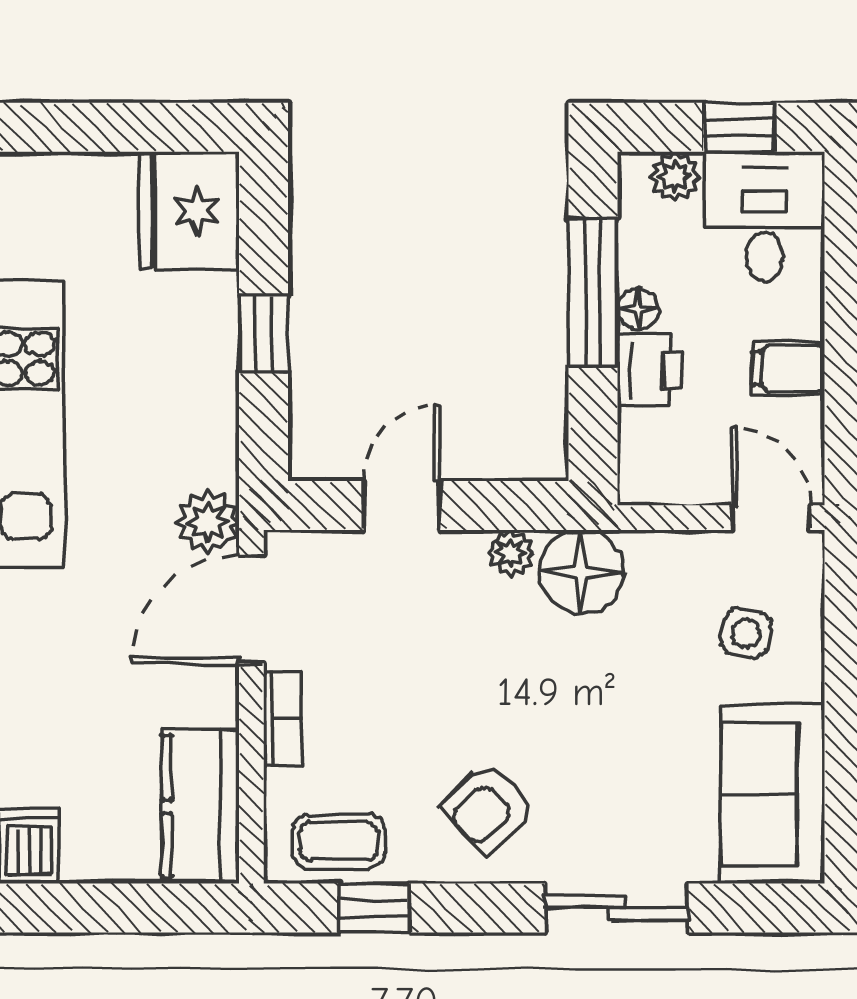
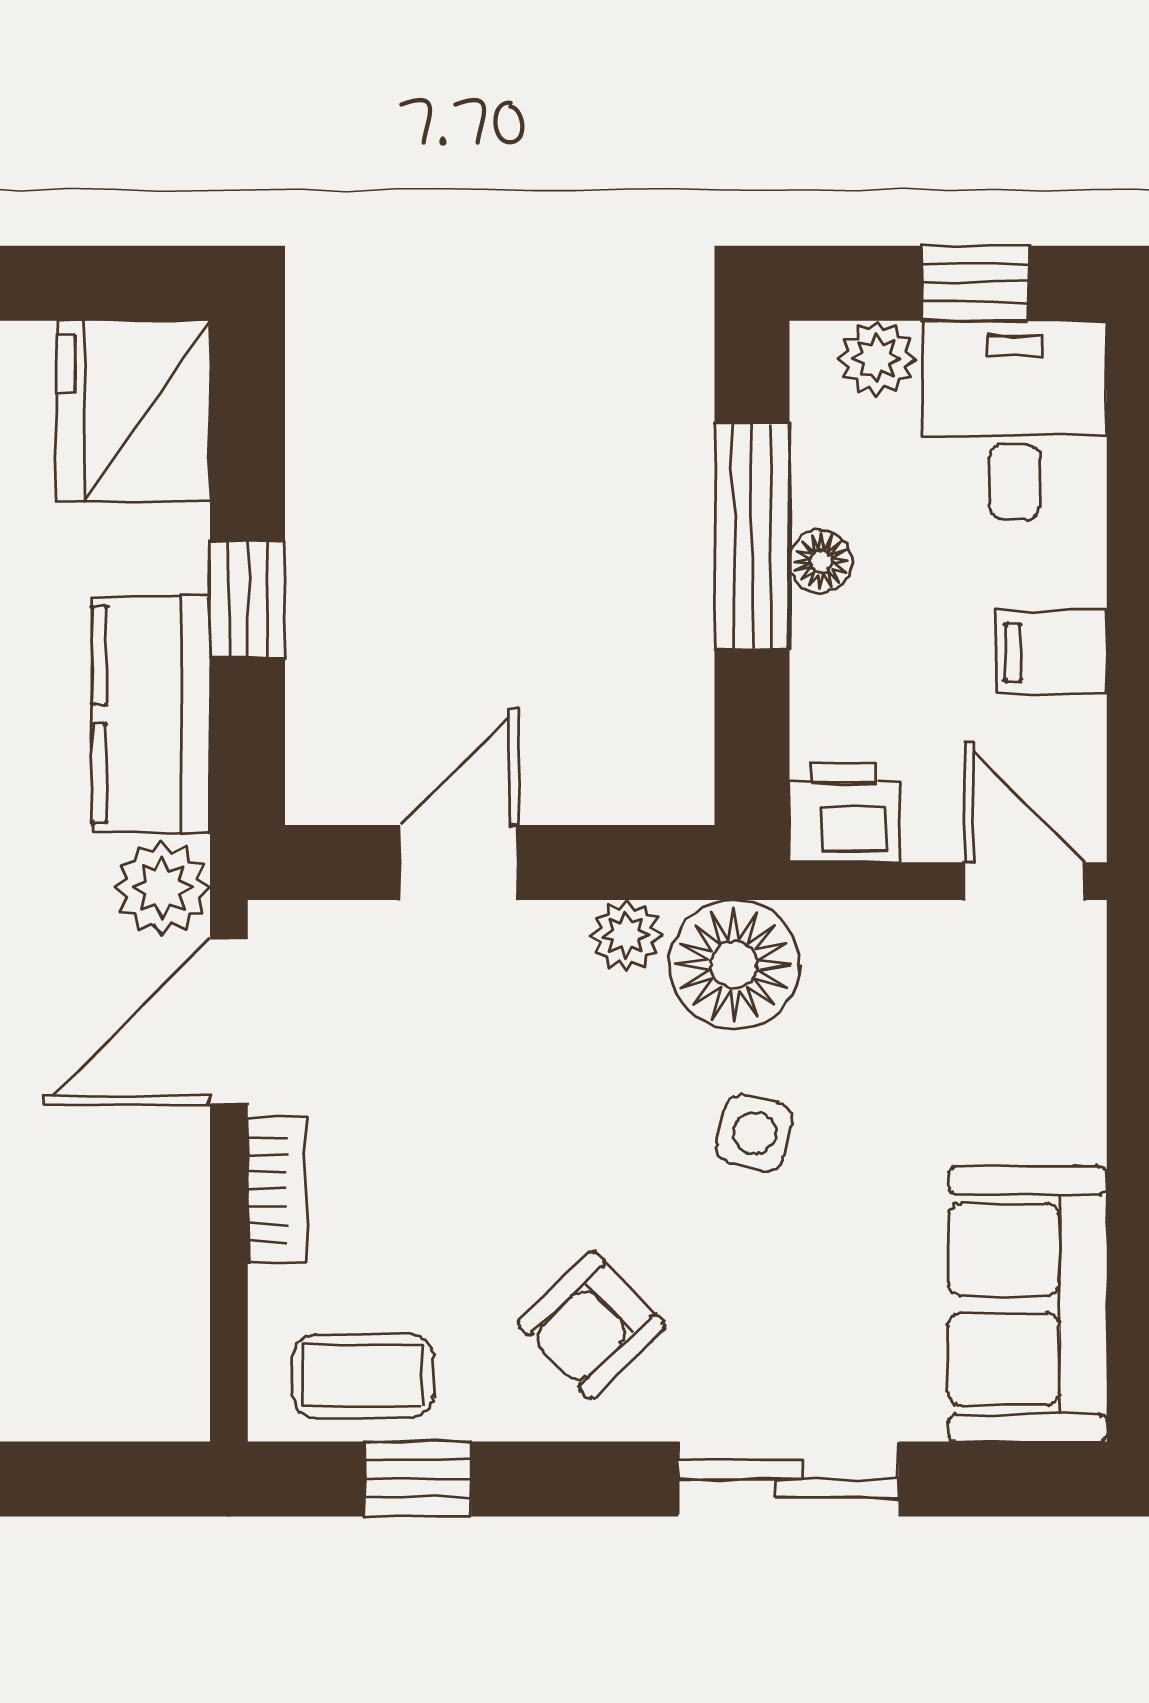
printer: (650, 370) -> (844, 812), moved, turned -90
side table: (746, 633) -> (754, 1133), moved
kitchen counter: (201, 806) -> (151, 714), moved

